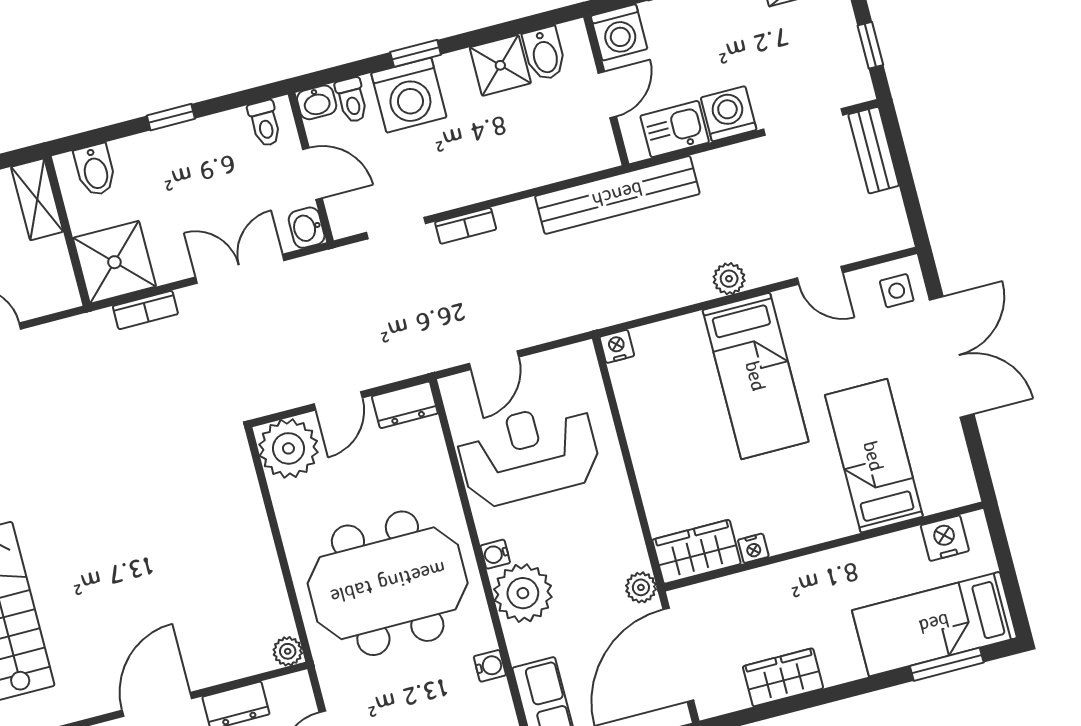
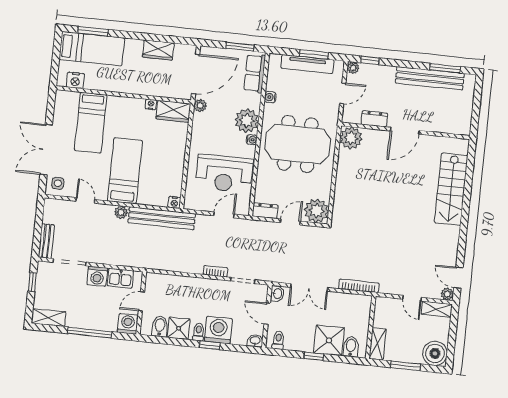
toilet: (352, 100) -> (199, 332), moved
bench: (617, 195) -> (162, 218), moved
shower: (114, 262) -> (329, 340), moved
bookcase: (145, 310) -> (359, 286), width x1.56
plant: (288, 651) -> (351, 138), width x1.88, depth x1.88

